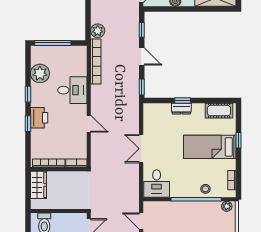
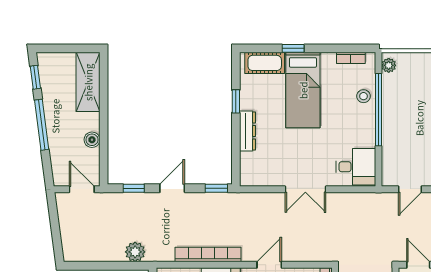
bookcase: (96, 62) -> (208, 255), moved
window: (183, 101) -> (236, 101), moved
dresser: (181, 109) -> (248, 131), width x1.44
cot: (219, 111) -> (265, 63), moved, turned 90

